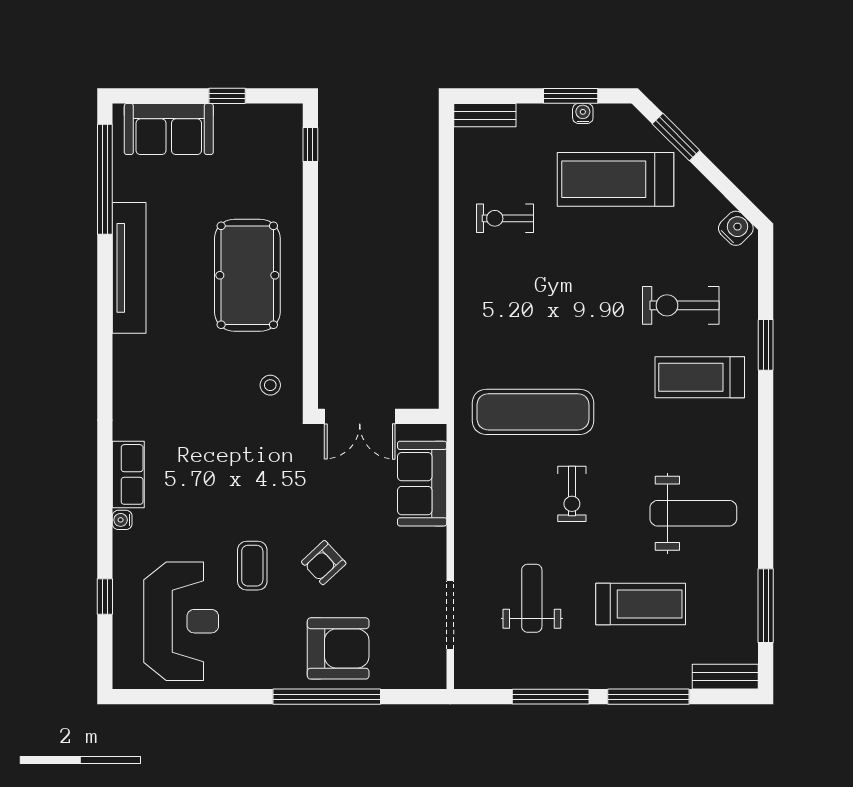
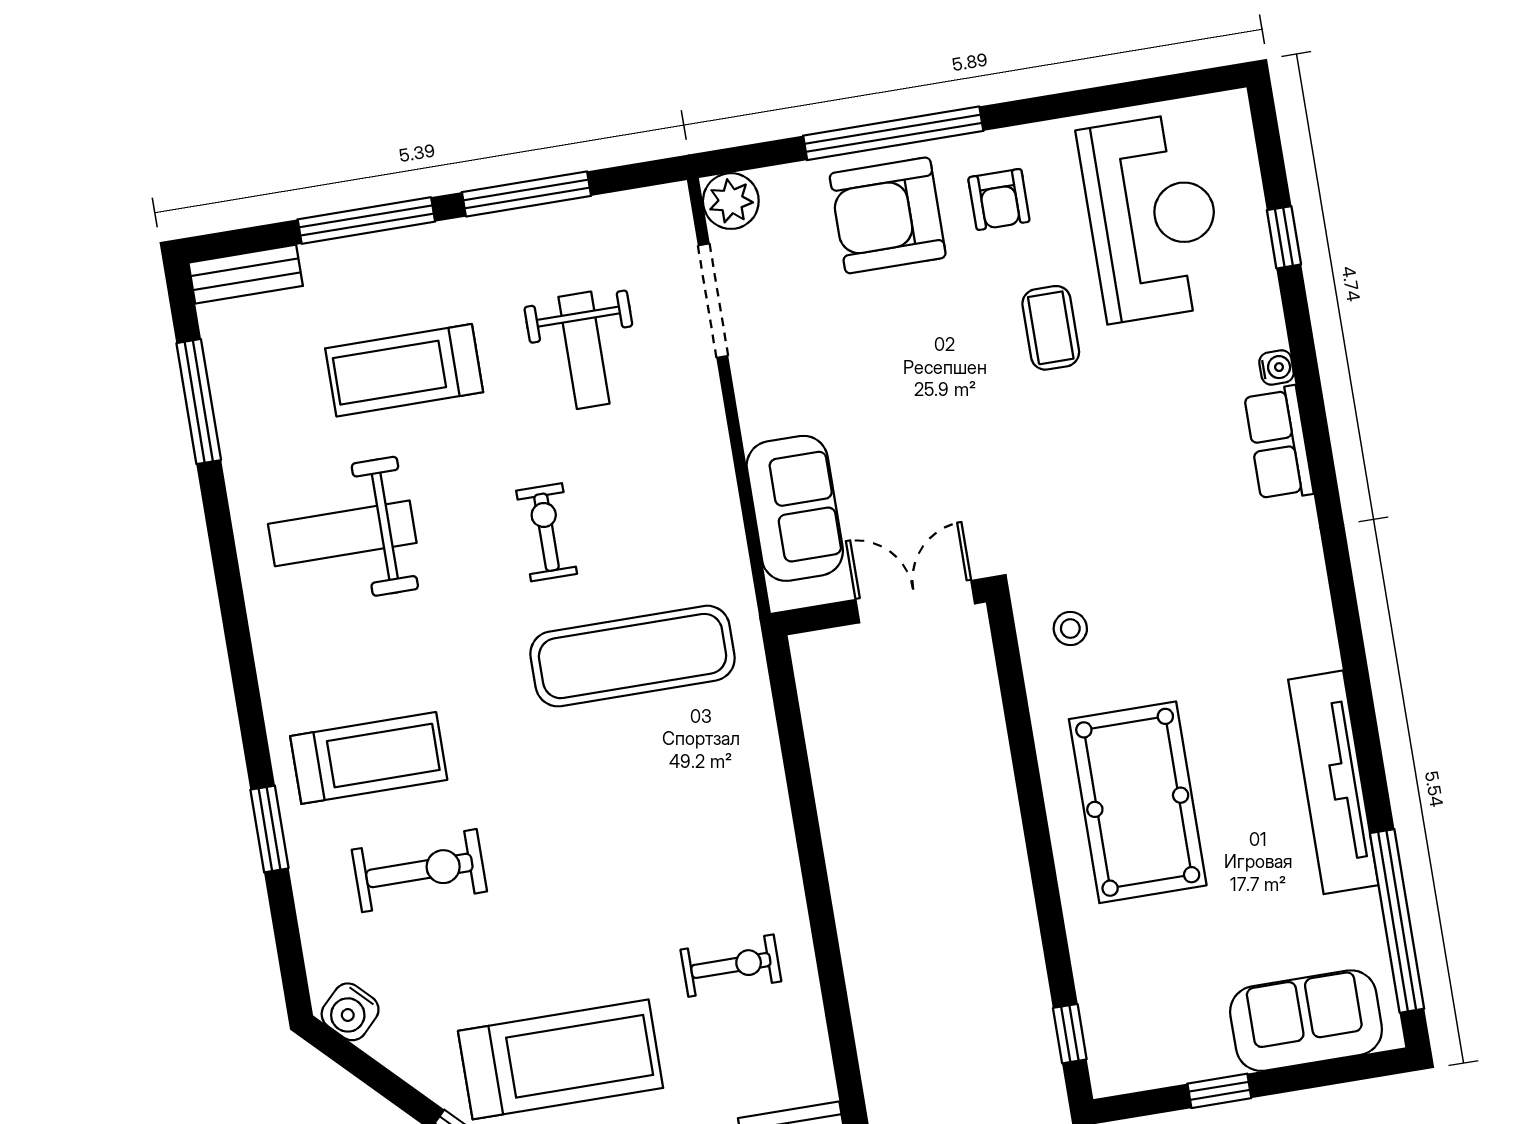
armchair: (324, 563) -> (999, 199), moved, turned 133
reception desk: (181, 621) -> (1152, 217), turned 180
plant: (430, 672) -> (731, 201), added

